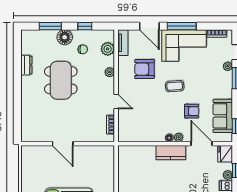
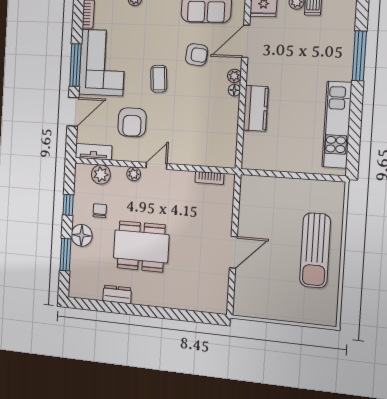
door: (116, 101) -> (156, 166), moved
armchair: (192, 111) -> (197, 55), turned 97
kitchen counter: (171, 153) -> (256, 108), moved

